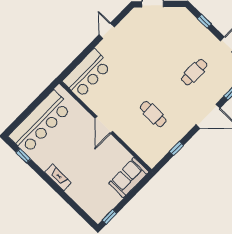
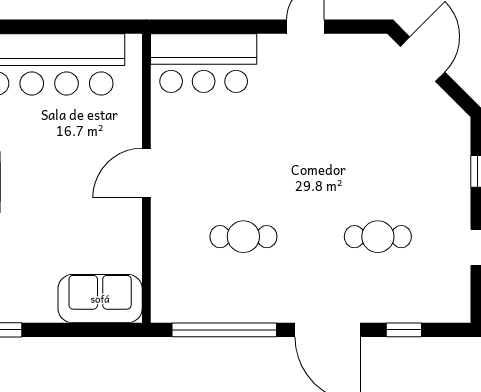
cafe table: (153, 114) -> (243, 237), turned 90
window: (176, 148) -> (224, 330), width x3.17

